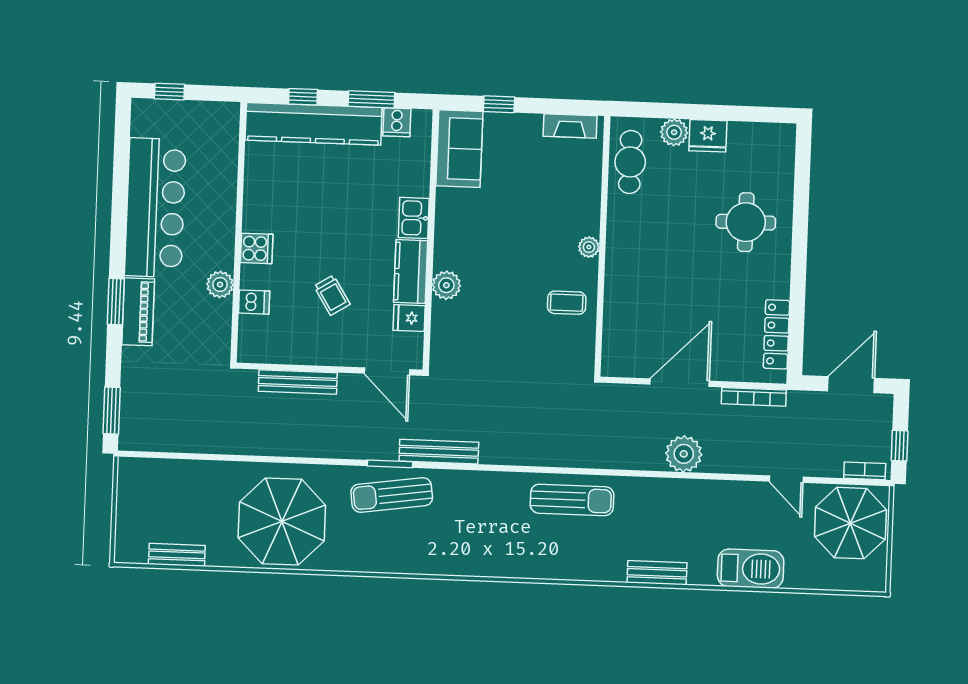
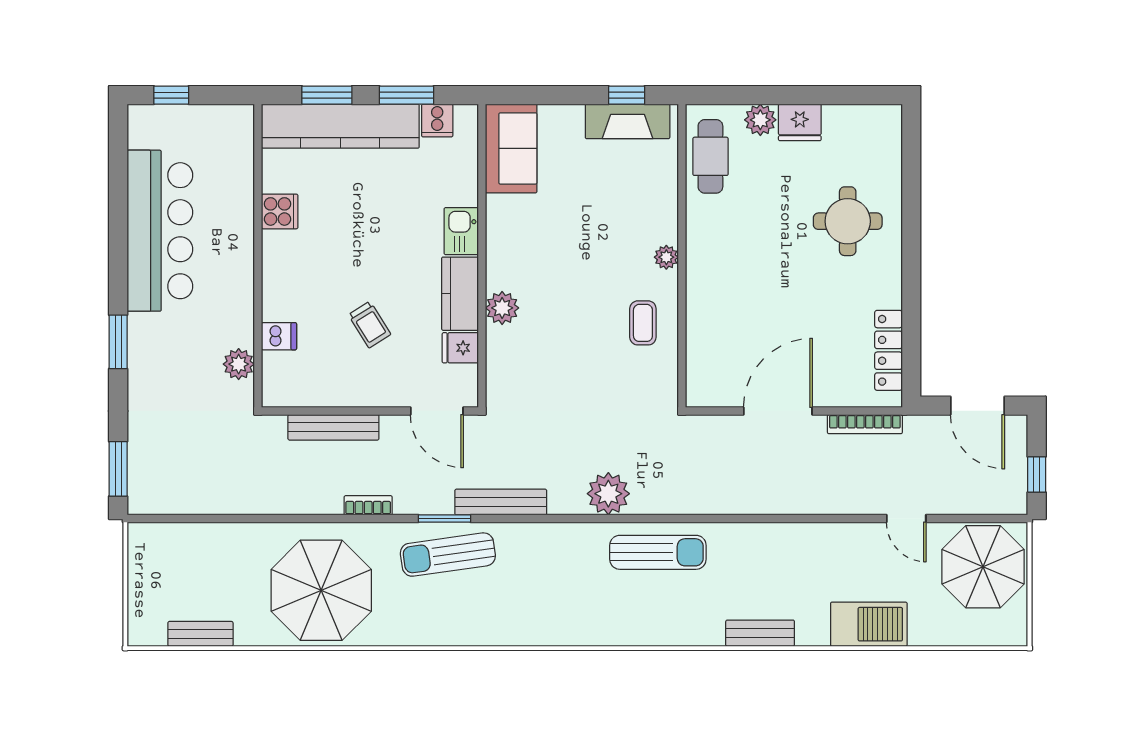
window: (303, 97) -> (327, 95), width x1.50
window: (499, 104) -> (627, 95), moved
fireplace: (570, 126) -> (628, 121), width x1.37, depth x1.32
cooker: (257, 248) -> (280, 211), moved
plant: (220, 284) -> (239, 364), moved
coffee table: (567, 303) -> (643, 323), turned 90
piano: (138, 312) -> (145, 353), removed
door: (851, 385) -> (977, 406), swing flipped
plant: (684, 454) -> (608, 494), moved
bookcase: (865, 471) -> (368, 505), moved

